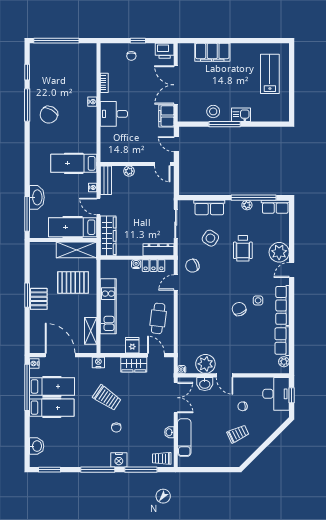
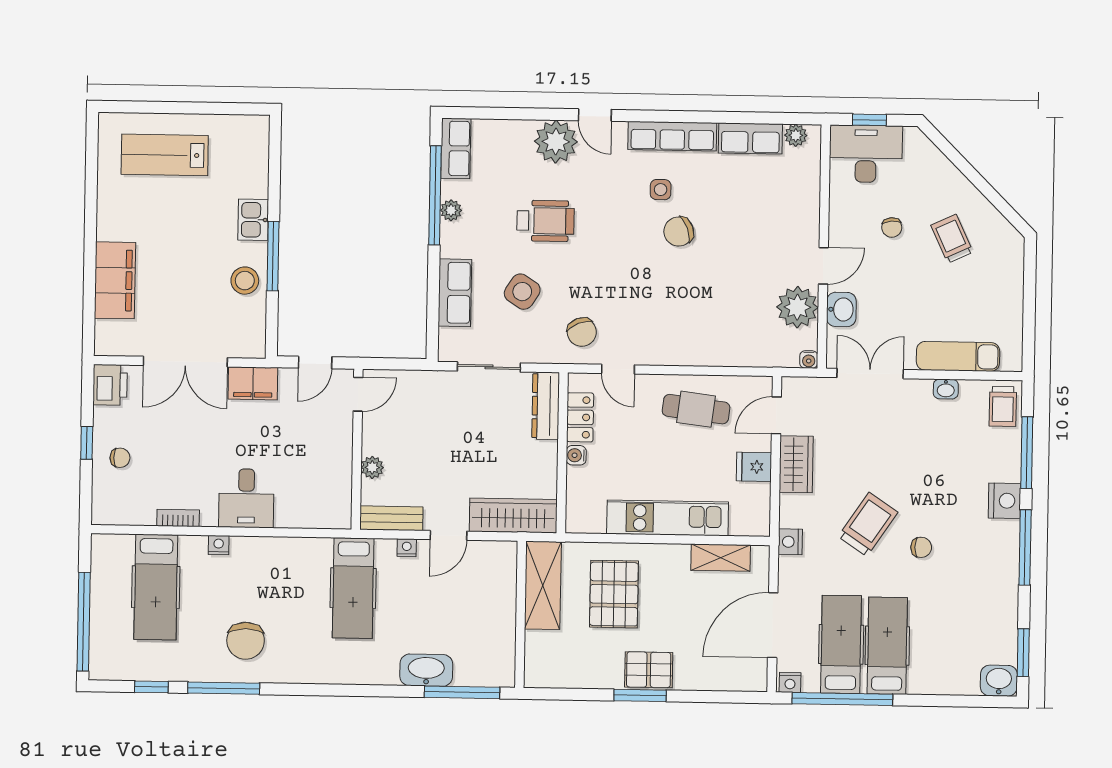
chair: (49, 115) -> (246, 641), turned 61
hospital bed: (73, 227) -> (156, 587), moved
chair: (116, 428) -> (921, 547), moved
washbasin: (37, 446) -> (999, 681), moved

